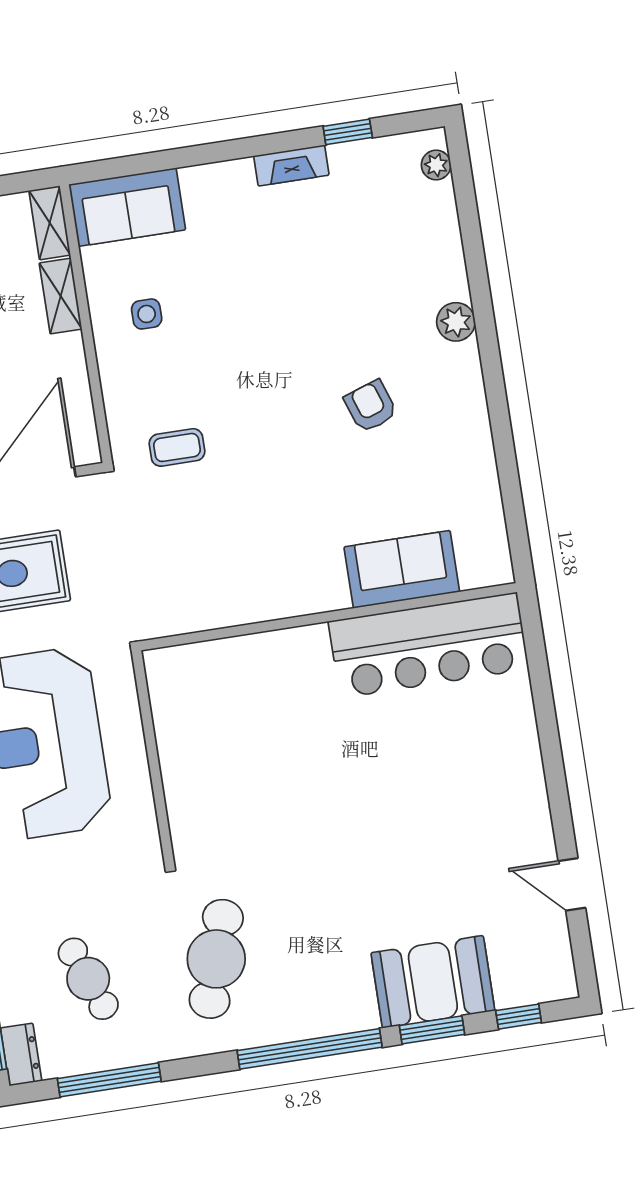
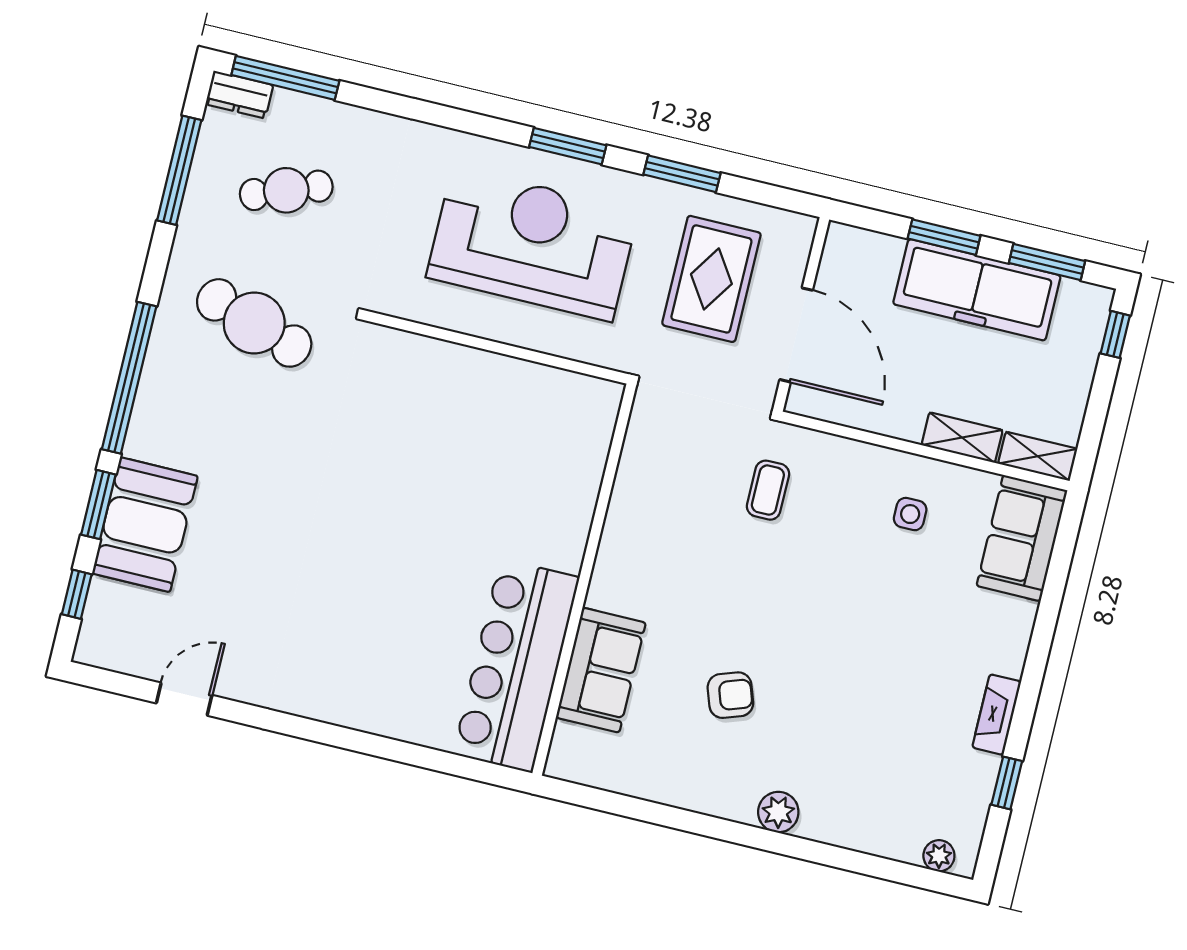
sofa: (402, 569) -> (601, 670), moved
wall: (328, 617) -> (584, 580), moved
bar counter: (428, 645) -> (516, 666), moved

